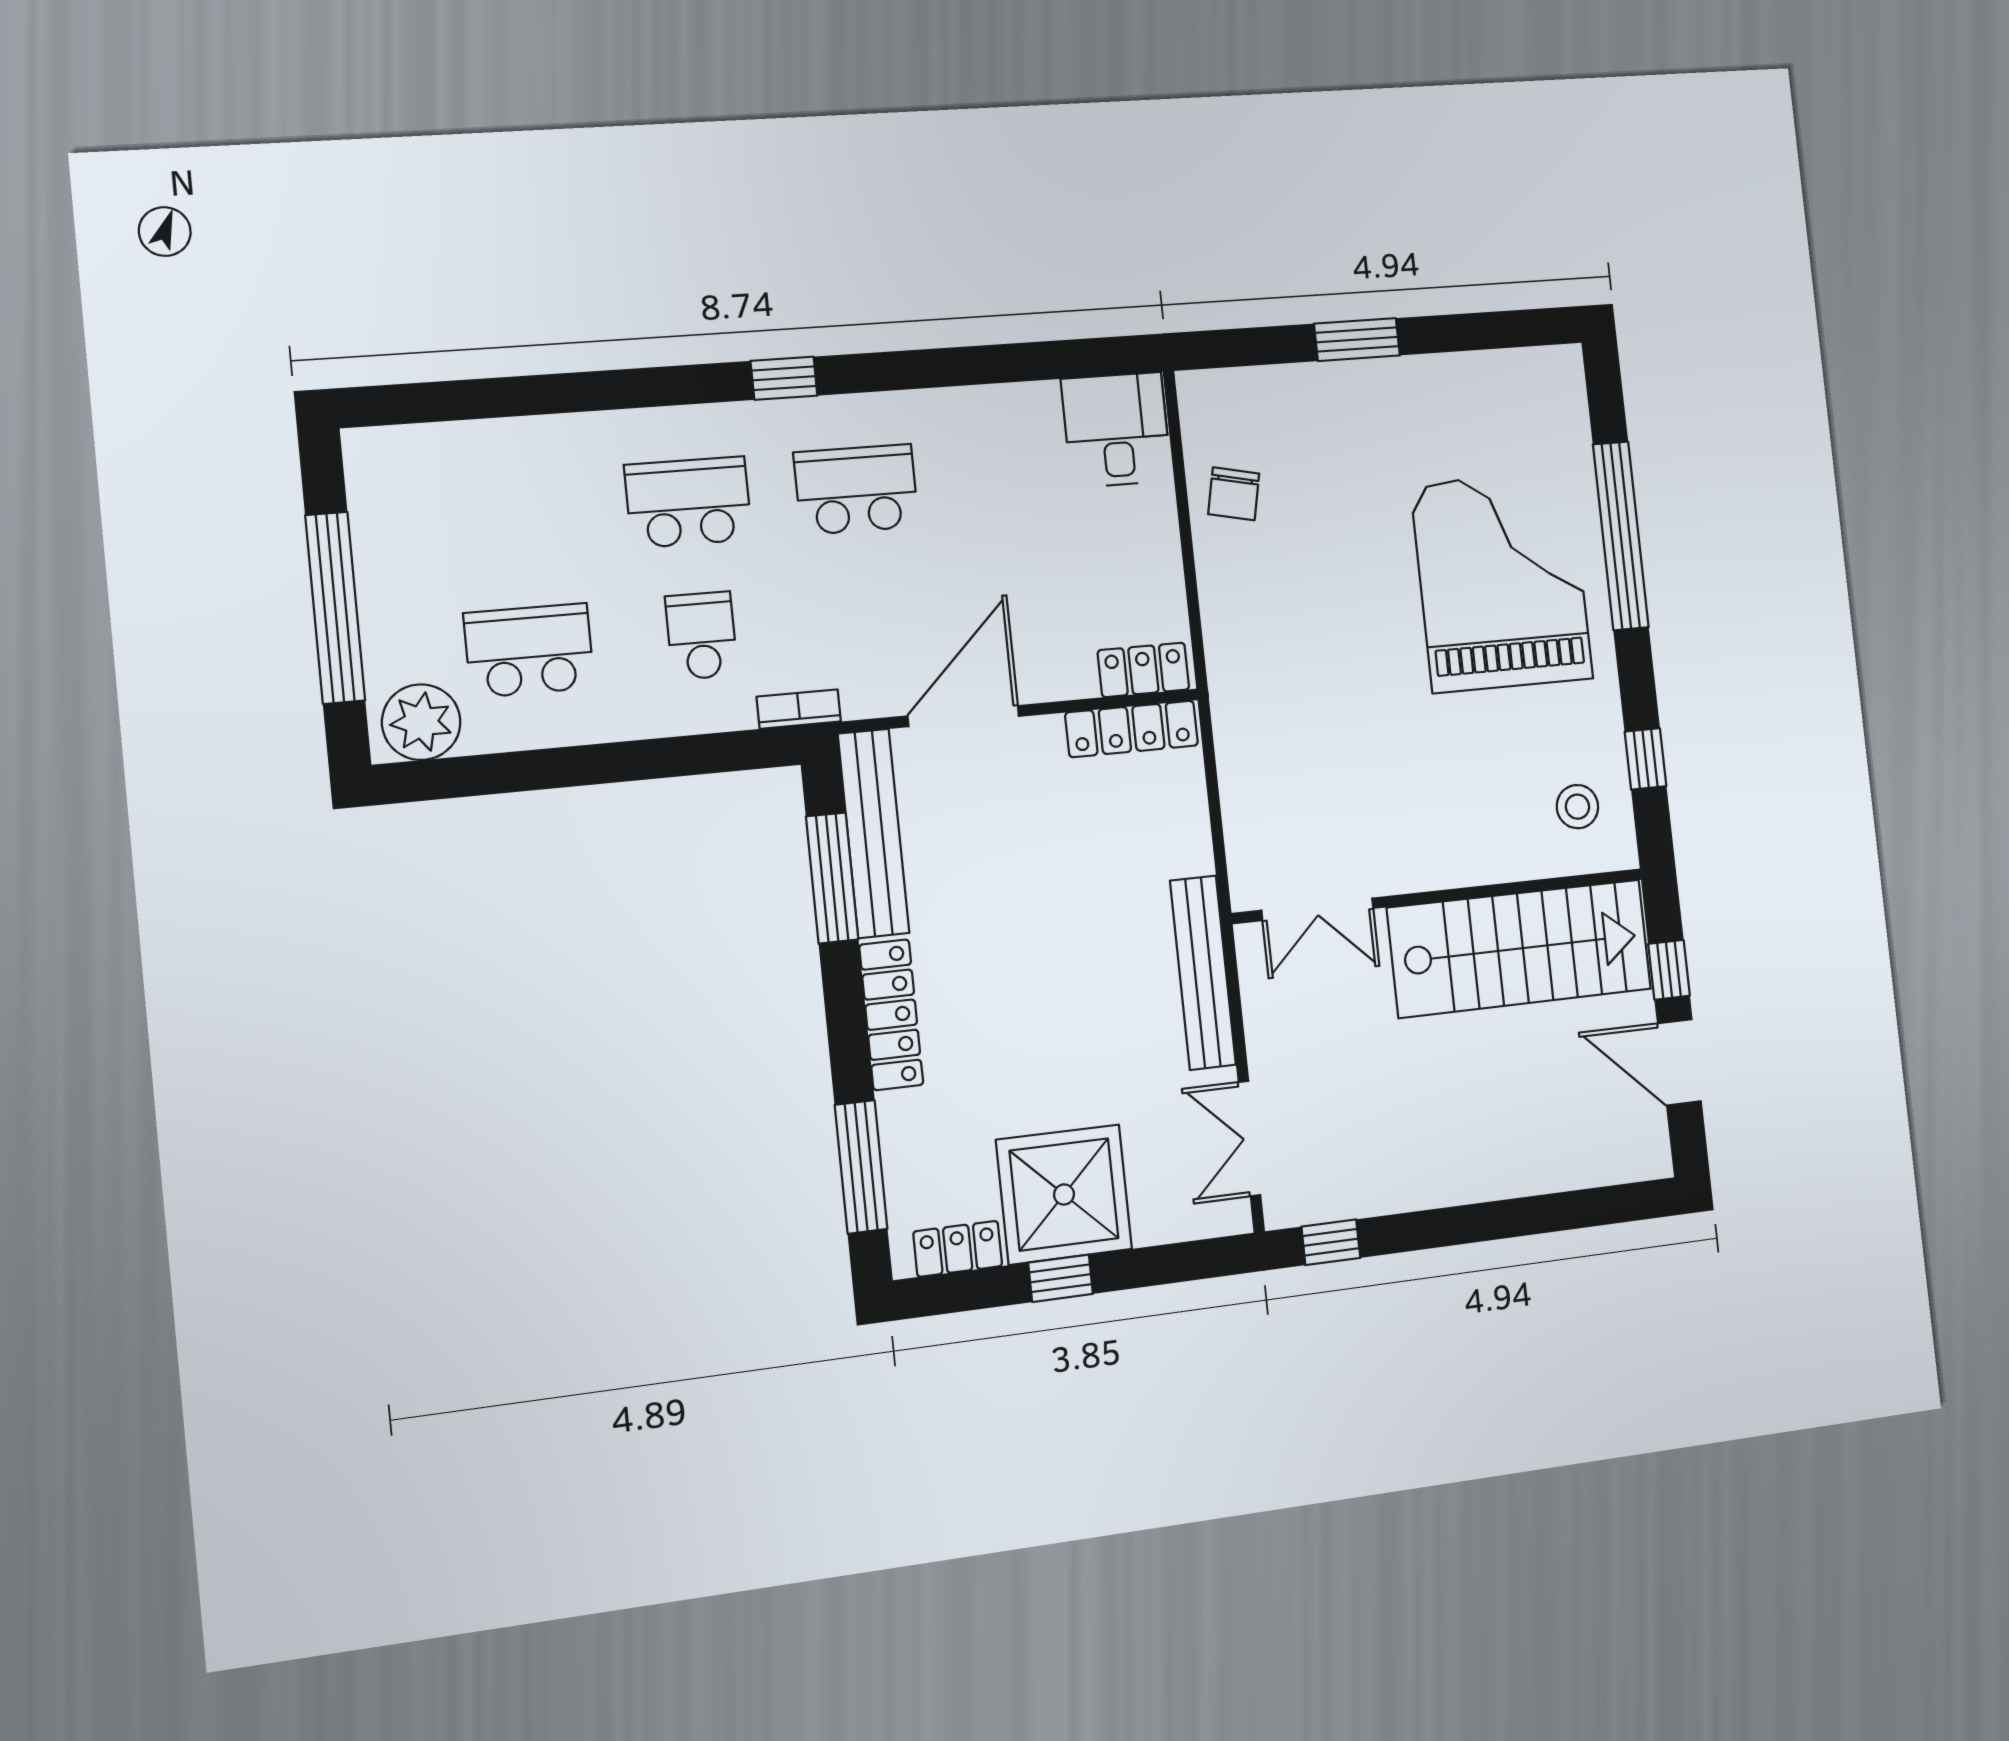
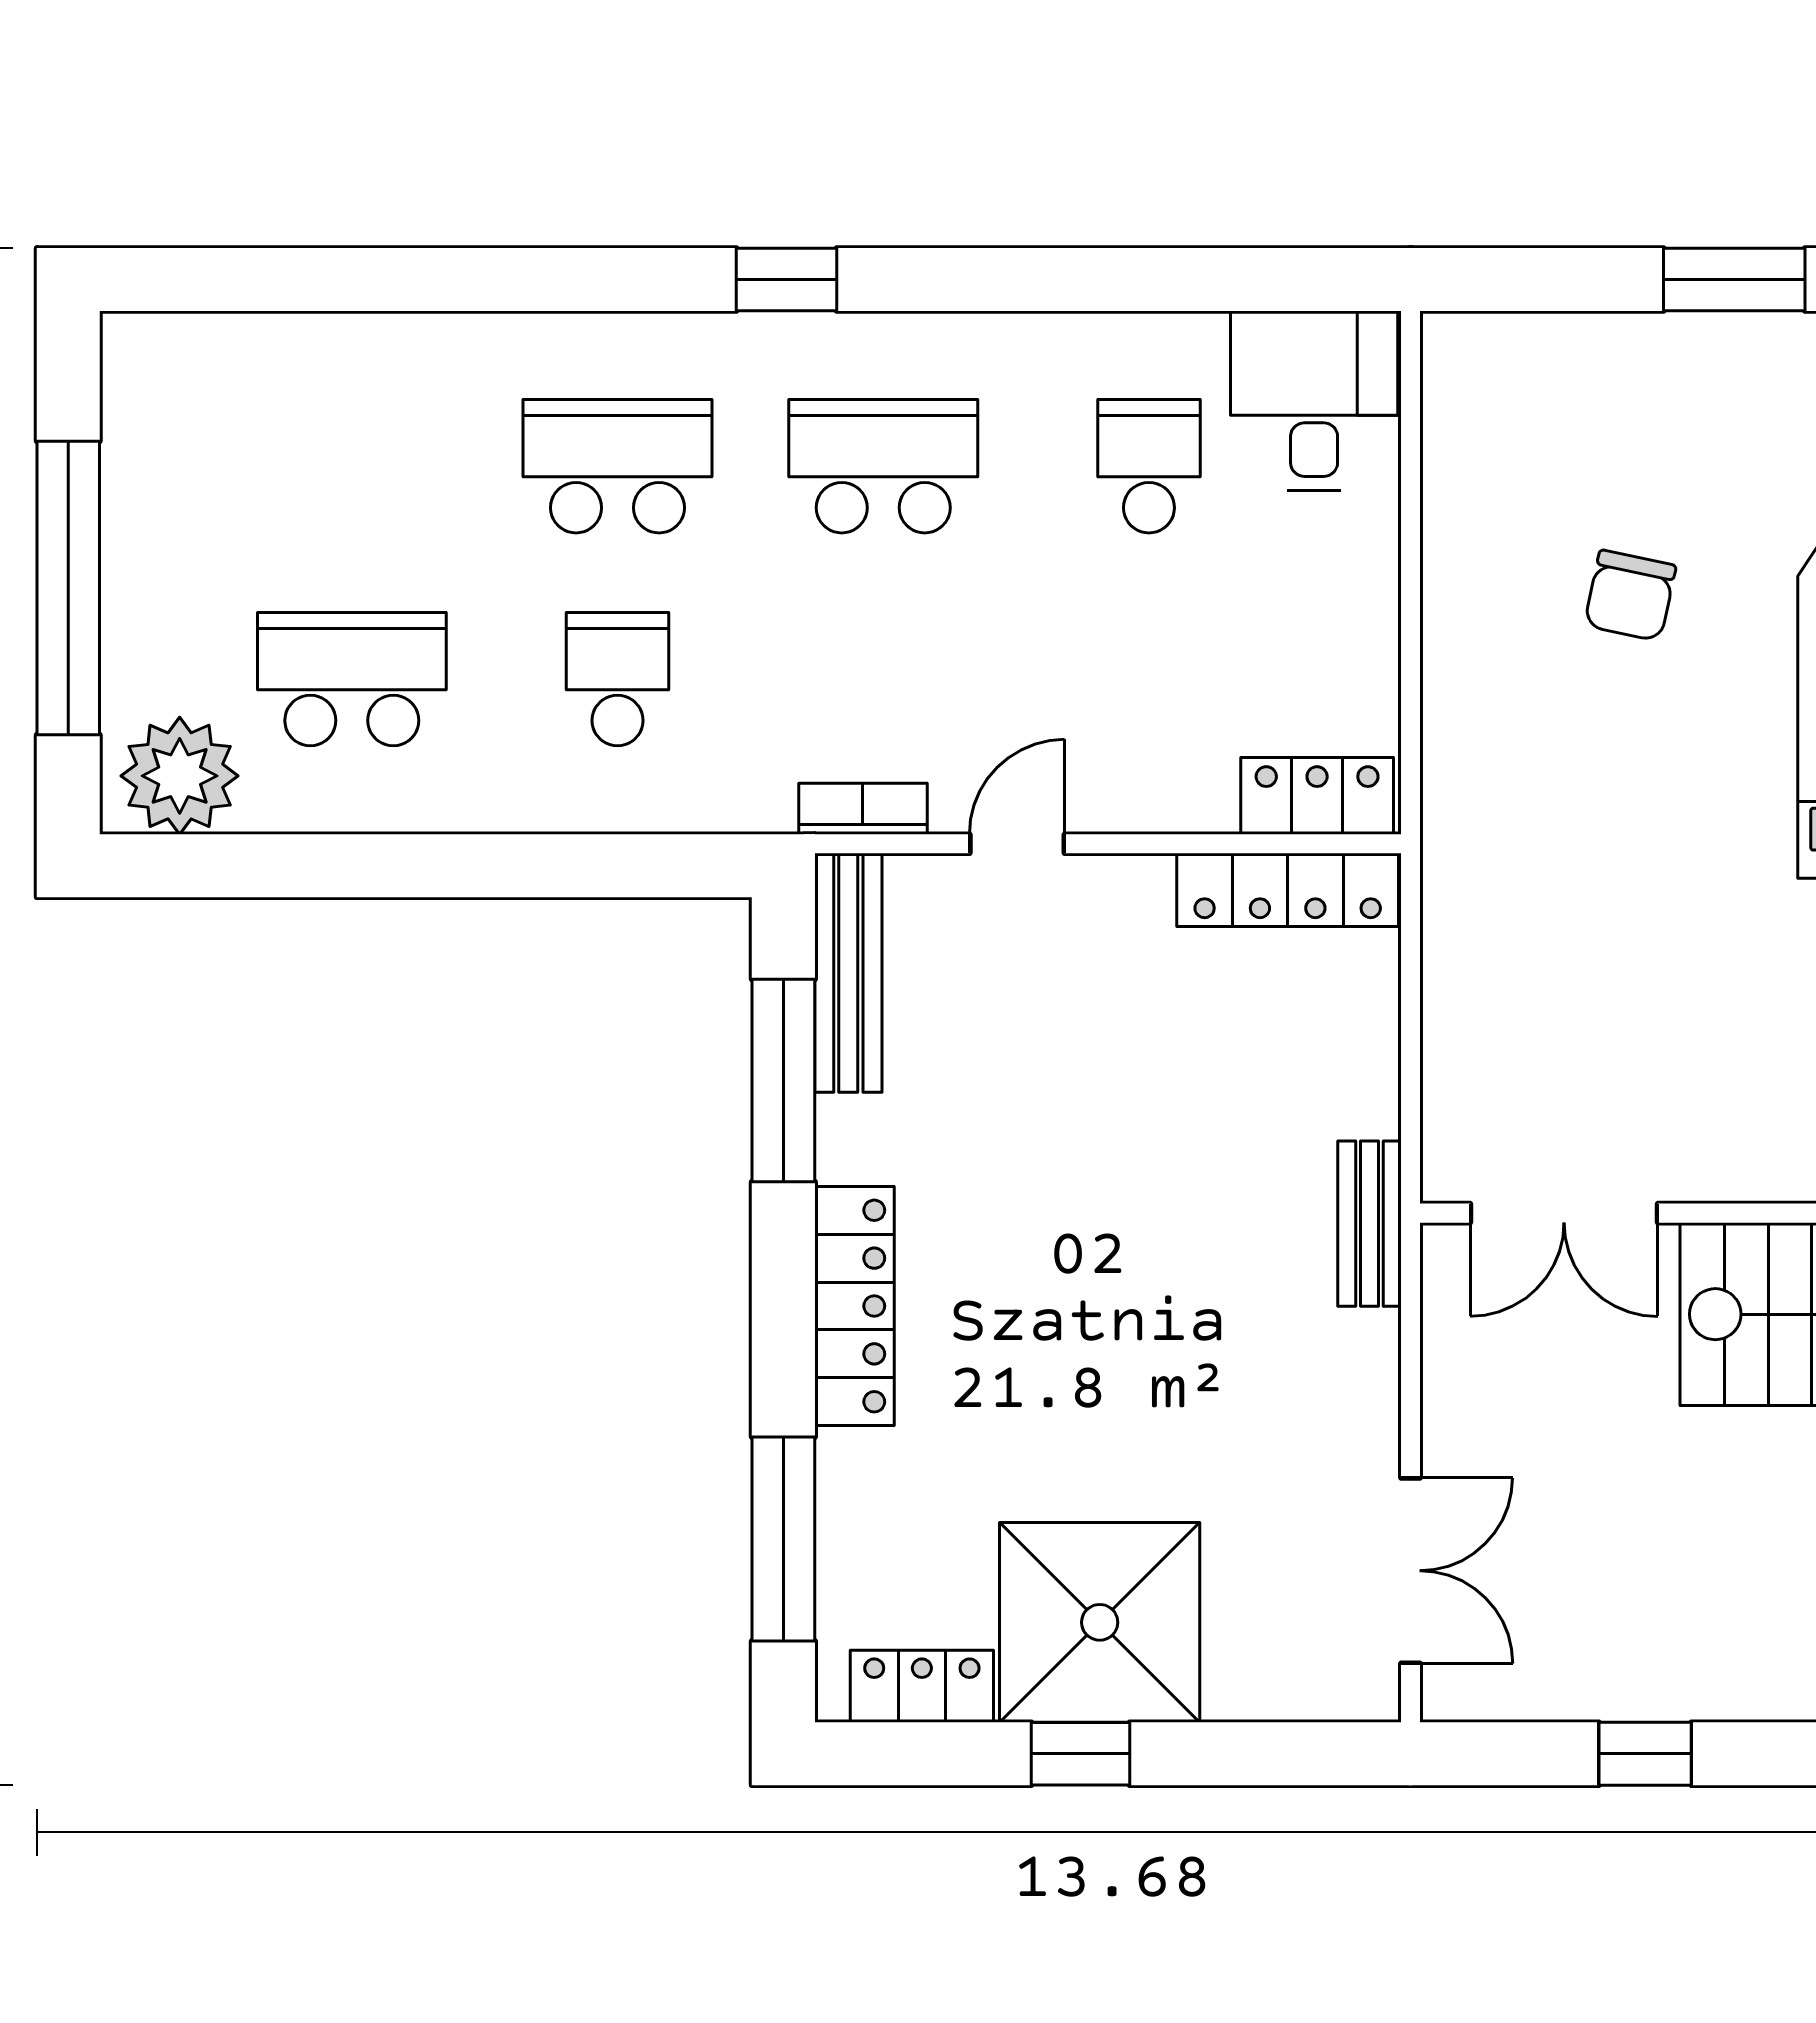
school desk: (1020, 477) -> (1149, 466), added
chair: (1234, 494) -> (1630, 595), moved
bookcase: (799, 709) -> (863, 809), moved
door: (963, 716) -> (1017, 844), width x0.53
bench: (874, 833) -> (848, 973), width x0.73, depth x0.82
bench: (1203, 973) -> (1369, 1224), width x0.54, depth x0.82
double door: (1249, 1139) -> (1410, 1571), swing flipped
window: (1331, 1242) -> (1645, 1754), moved

